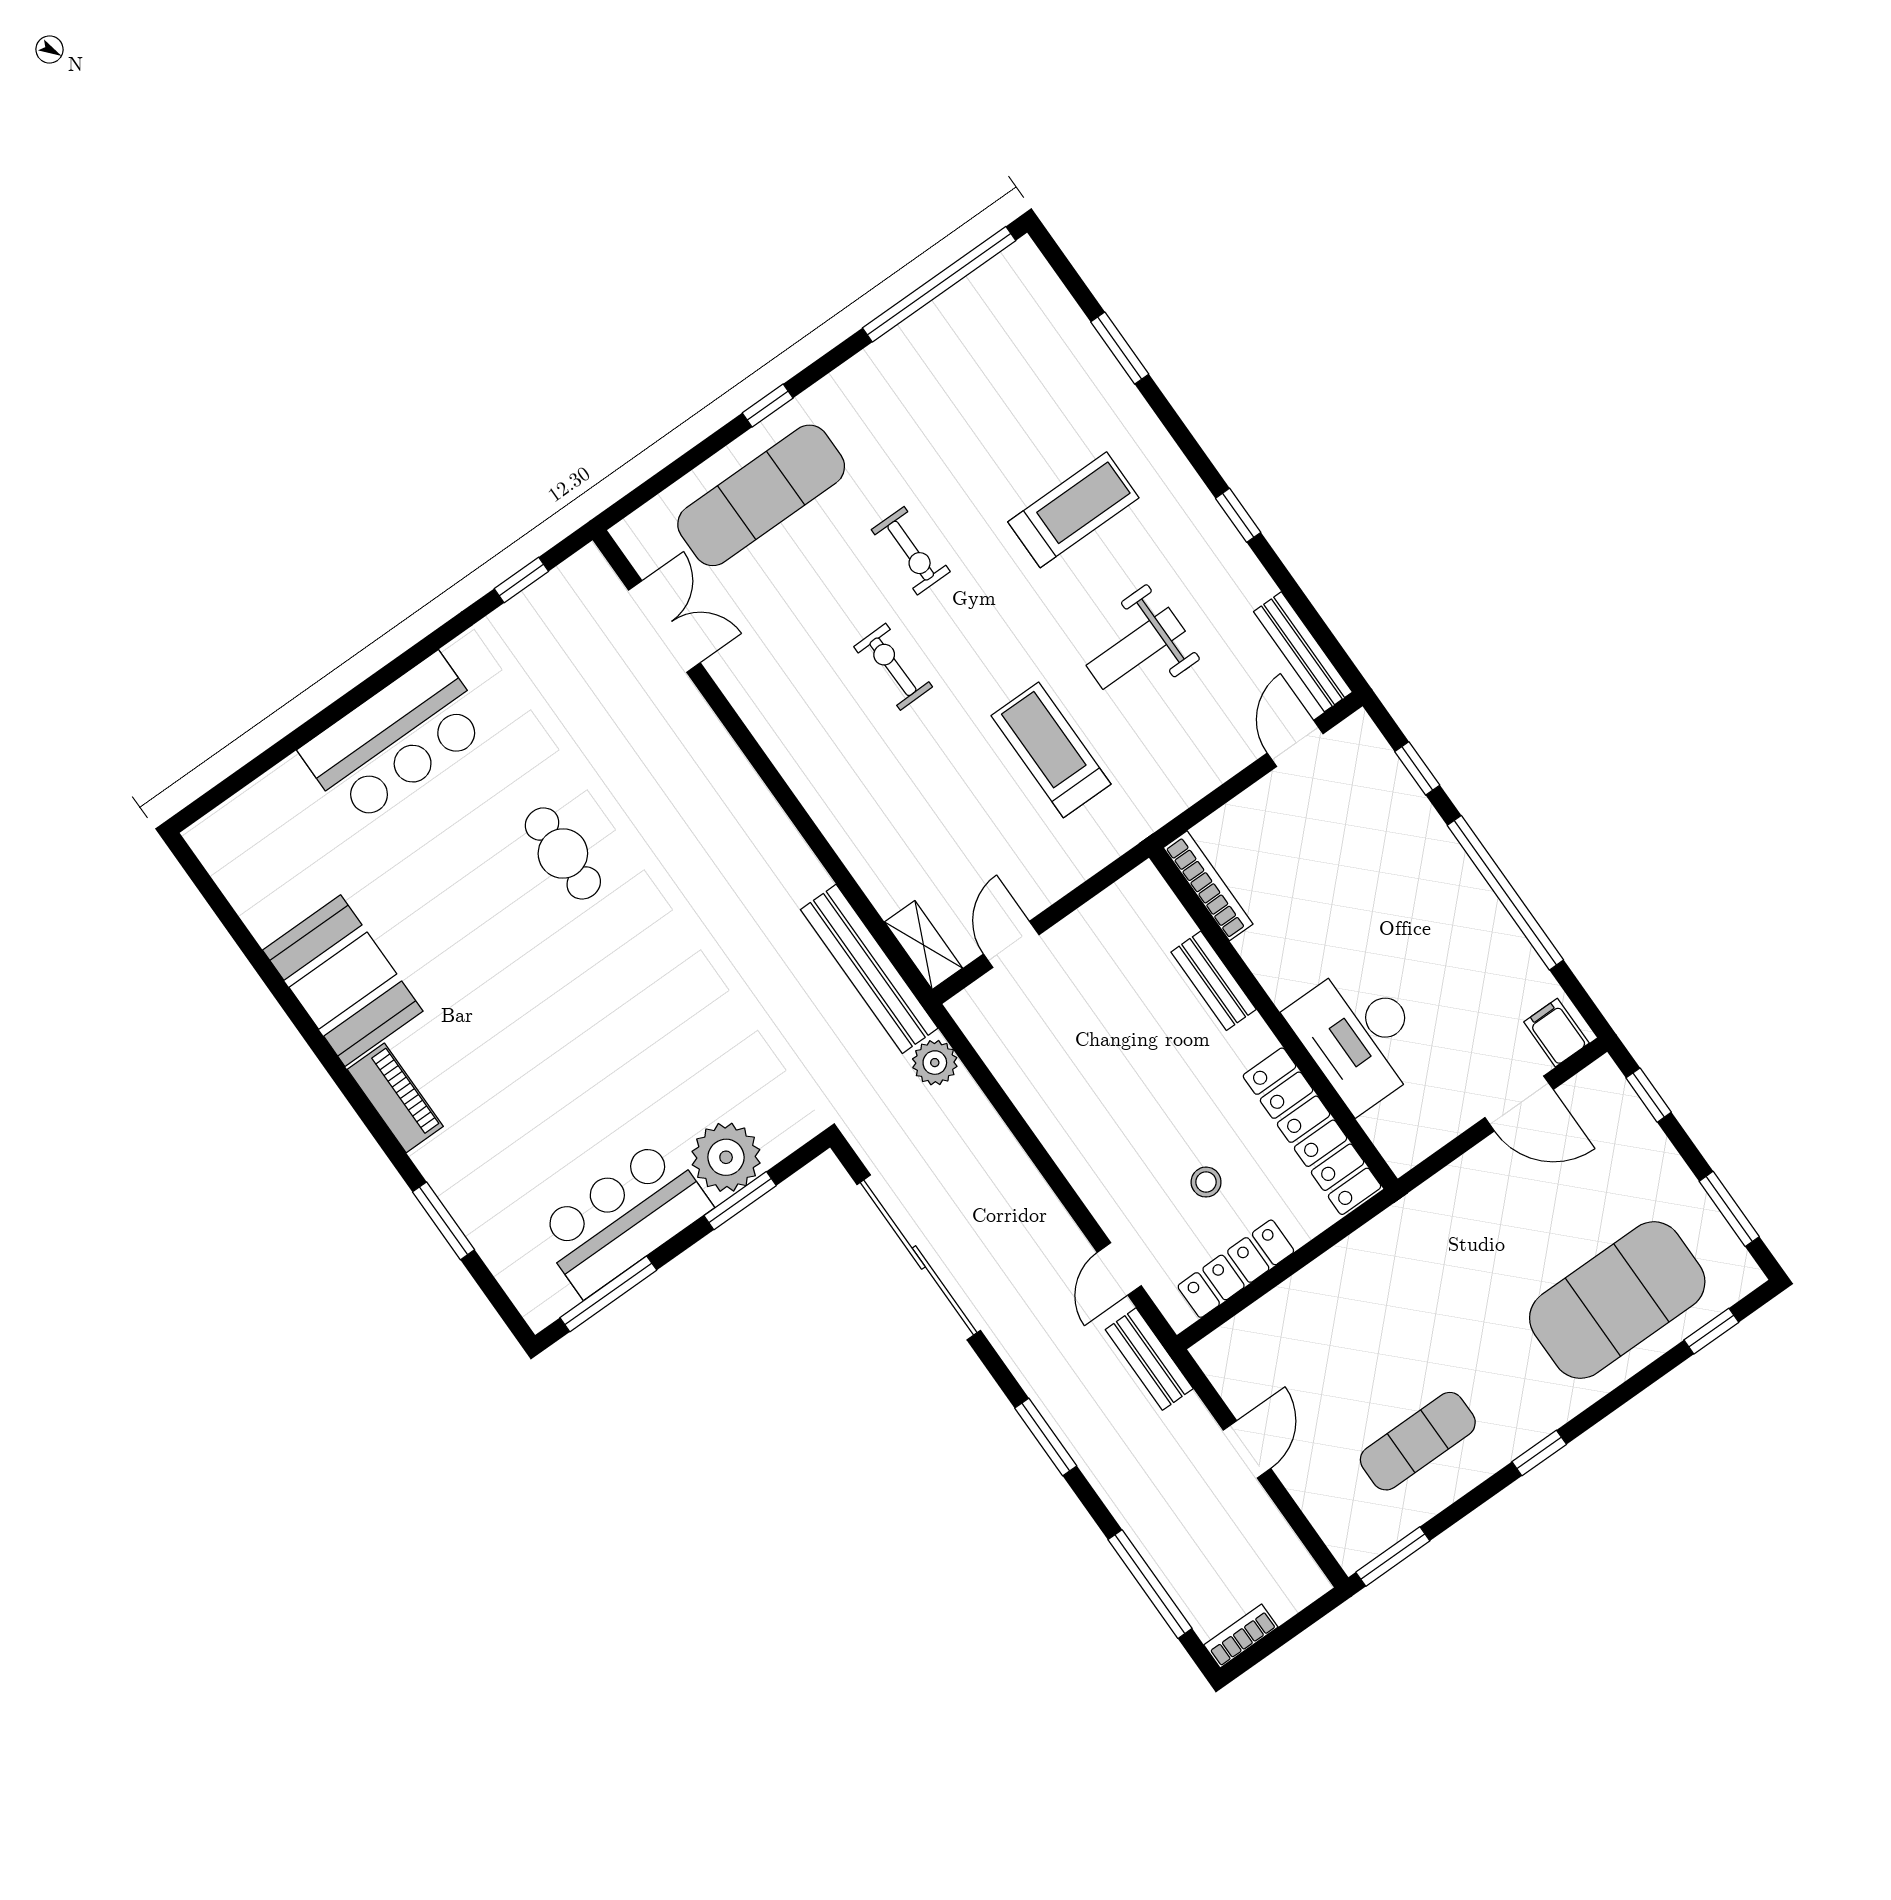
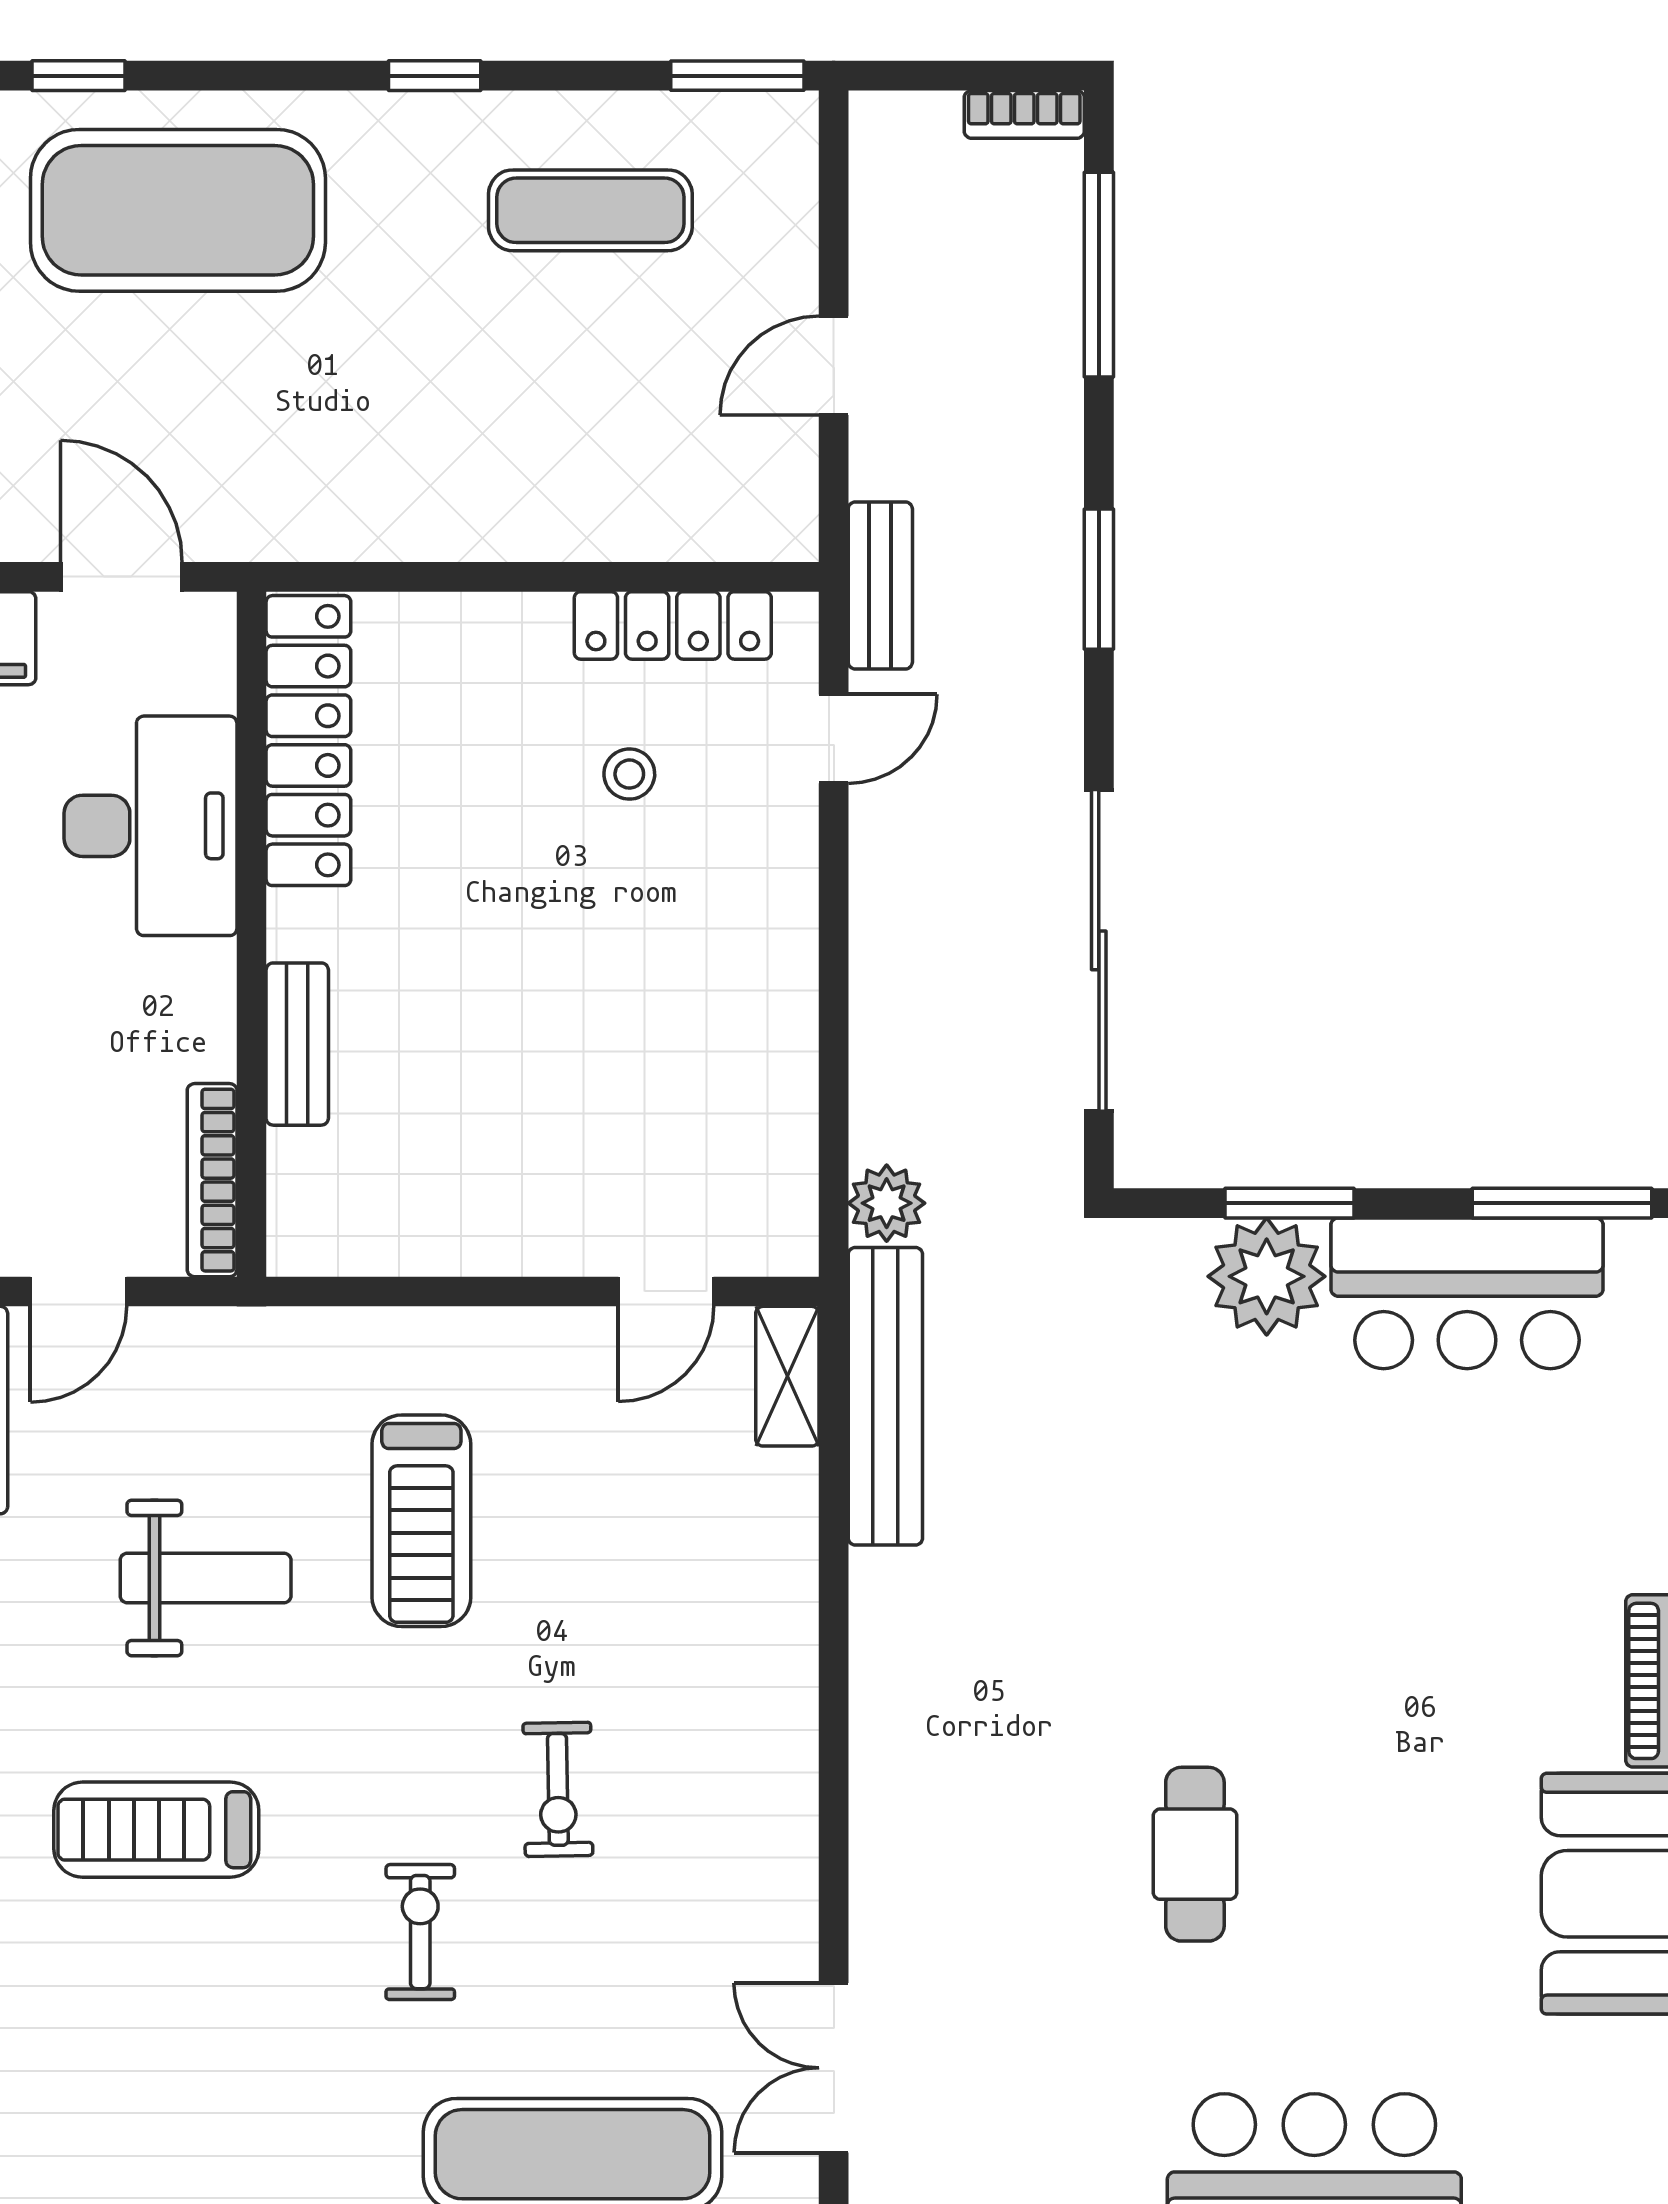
bookcase: (1208, 886) -> (212, 1180), moved
bench: (1214, 981) -> (297, 1044), moved
wall: (1273, 1018) -> (252, 934), moved
desk: (1359, 1036) -> (150, 826), moved
locker: (1312, 1131) -> (308, 741), moved

